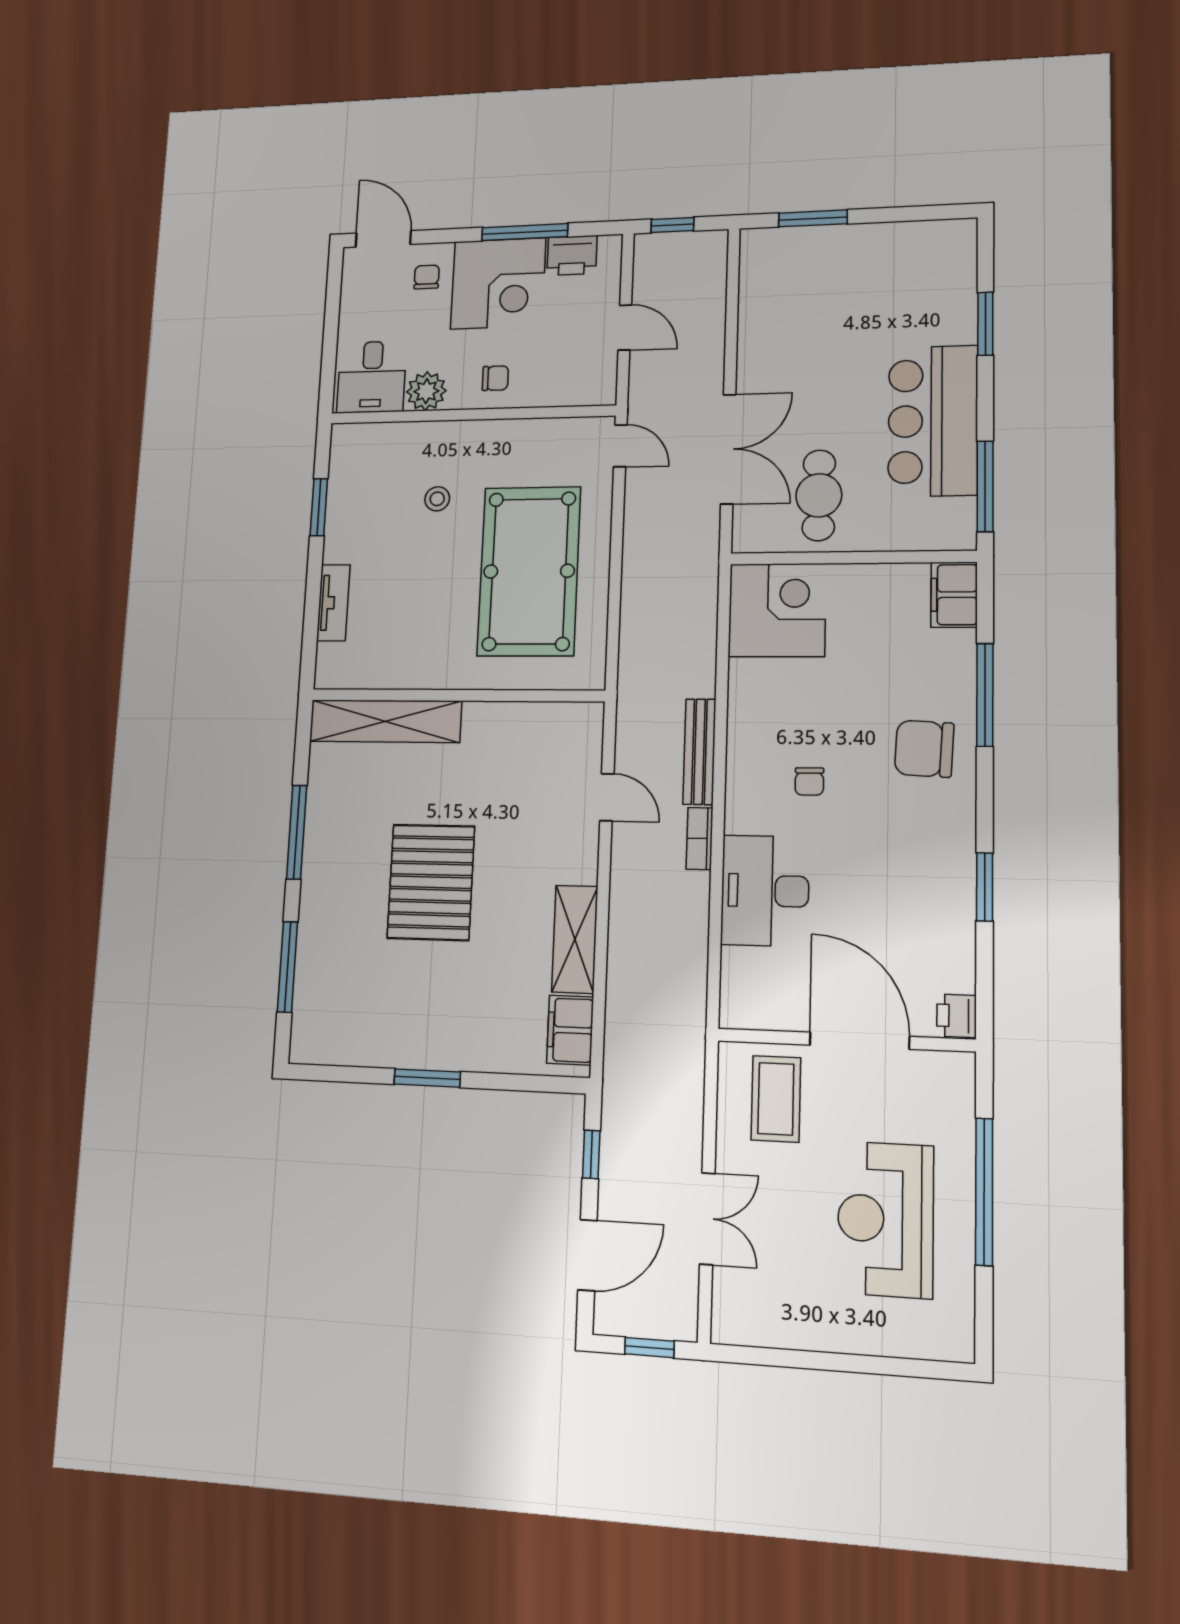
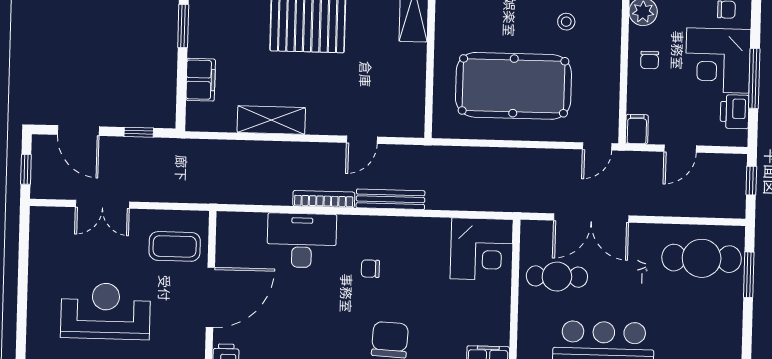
cafe table: (789, 287) -> (702, 258), added
filing cabinet: (595, 390) -> (637, 129), added
bookcase: (699, 839) -> (324, 199), width x1.56
filing cabinet: (570, 1030) -> (201, 80), moved, turned 90

